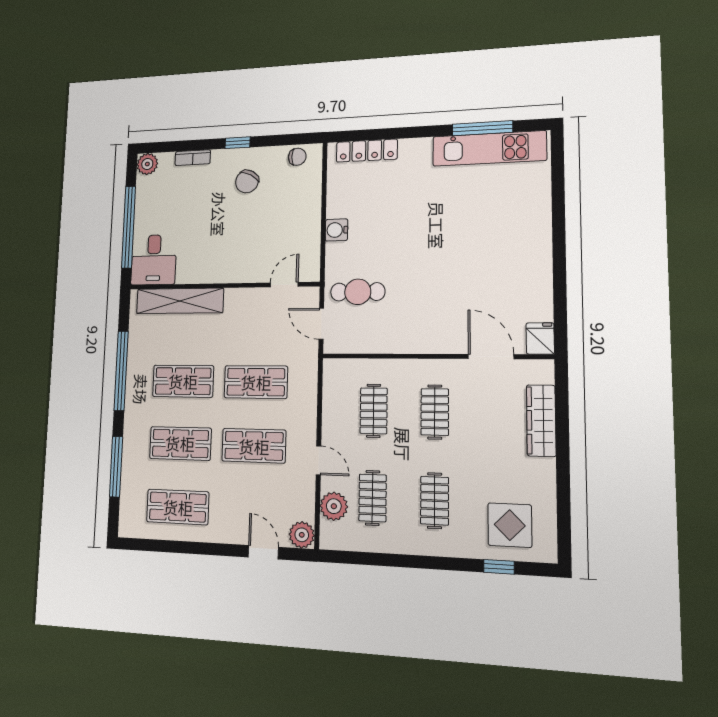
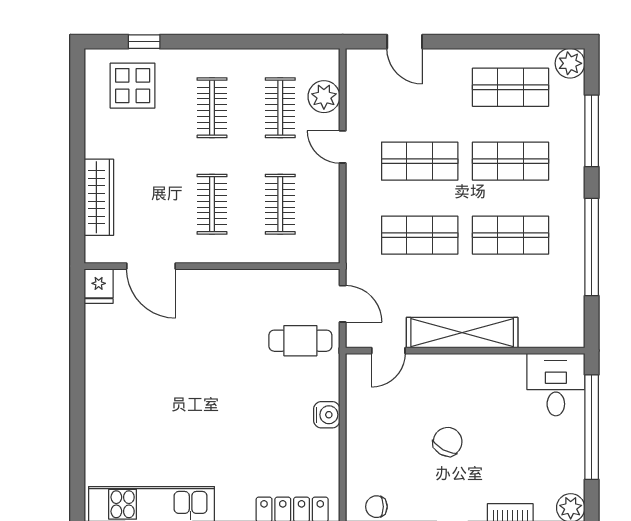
chair: (247, 181) -> (448, 442), moved
shelving: (180, 301) -> (462, 333), moved
plant: (302, 535) -> (570, 63), moved

